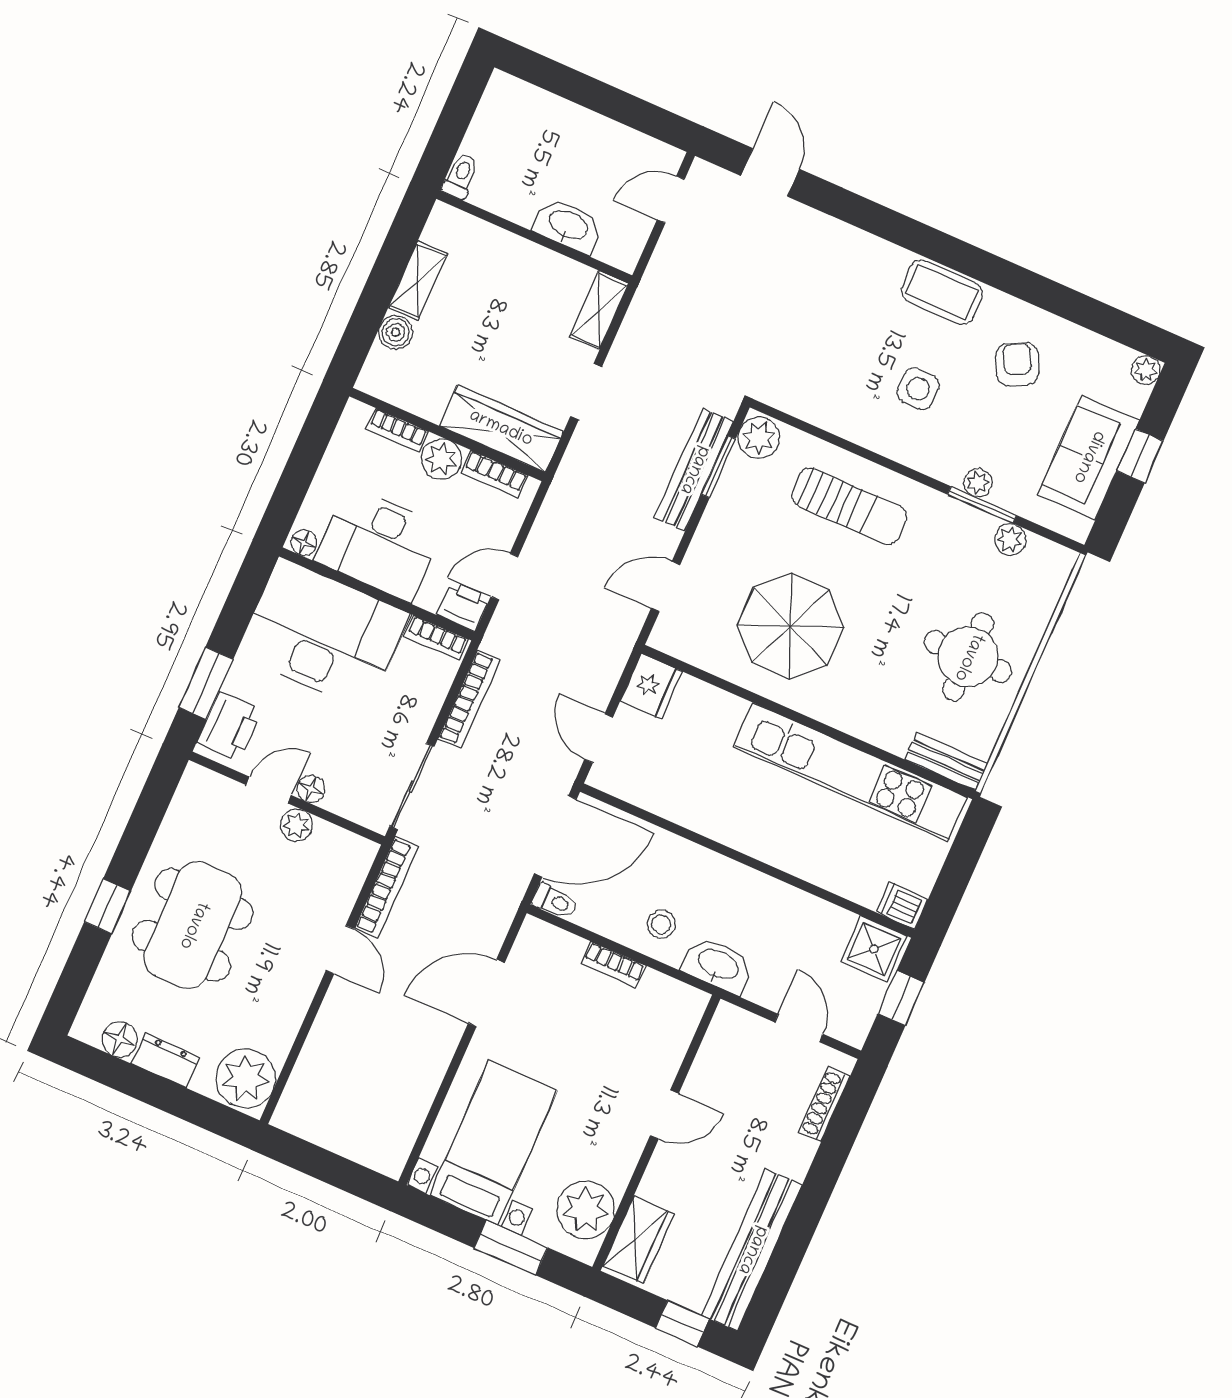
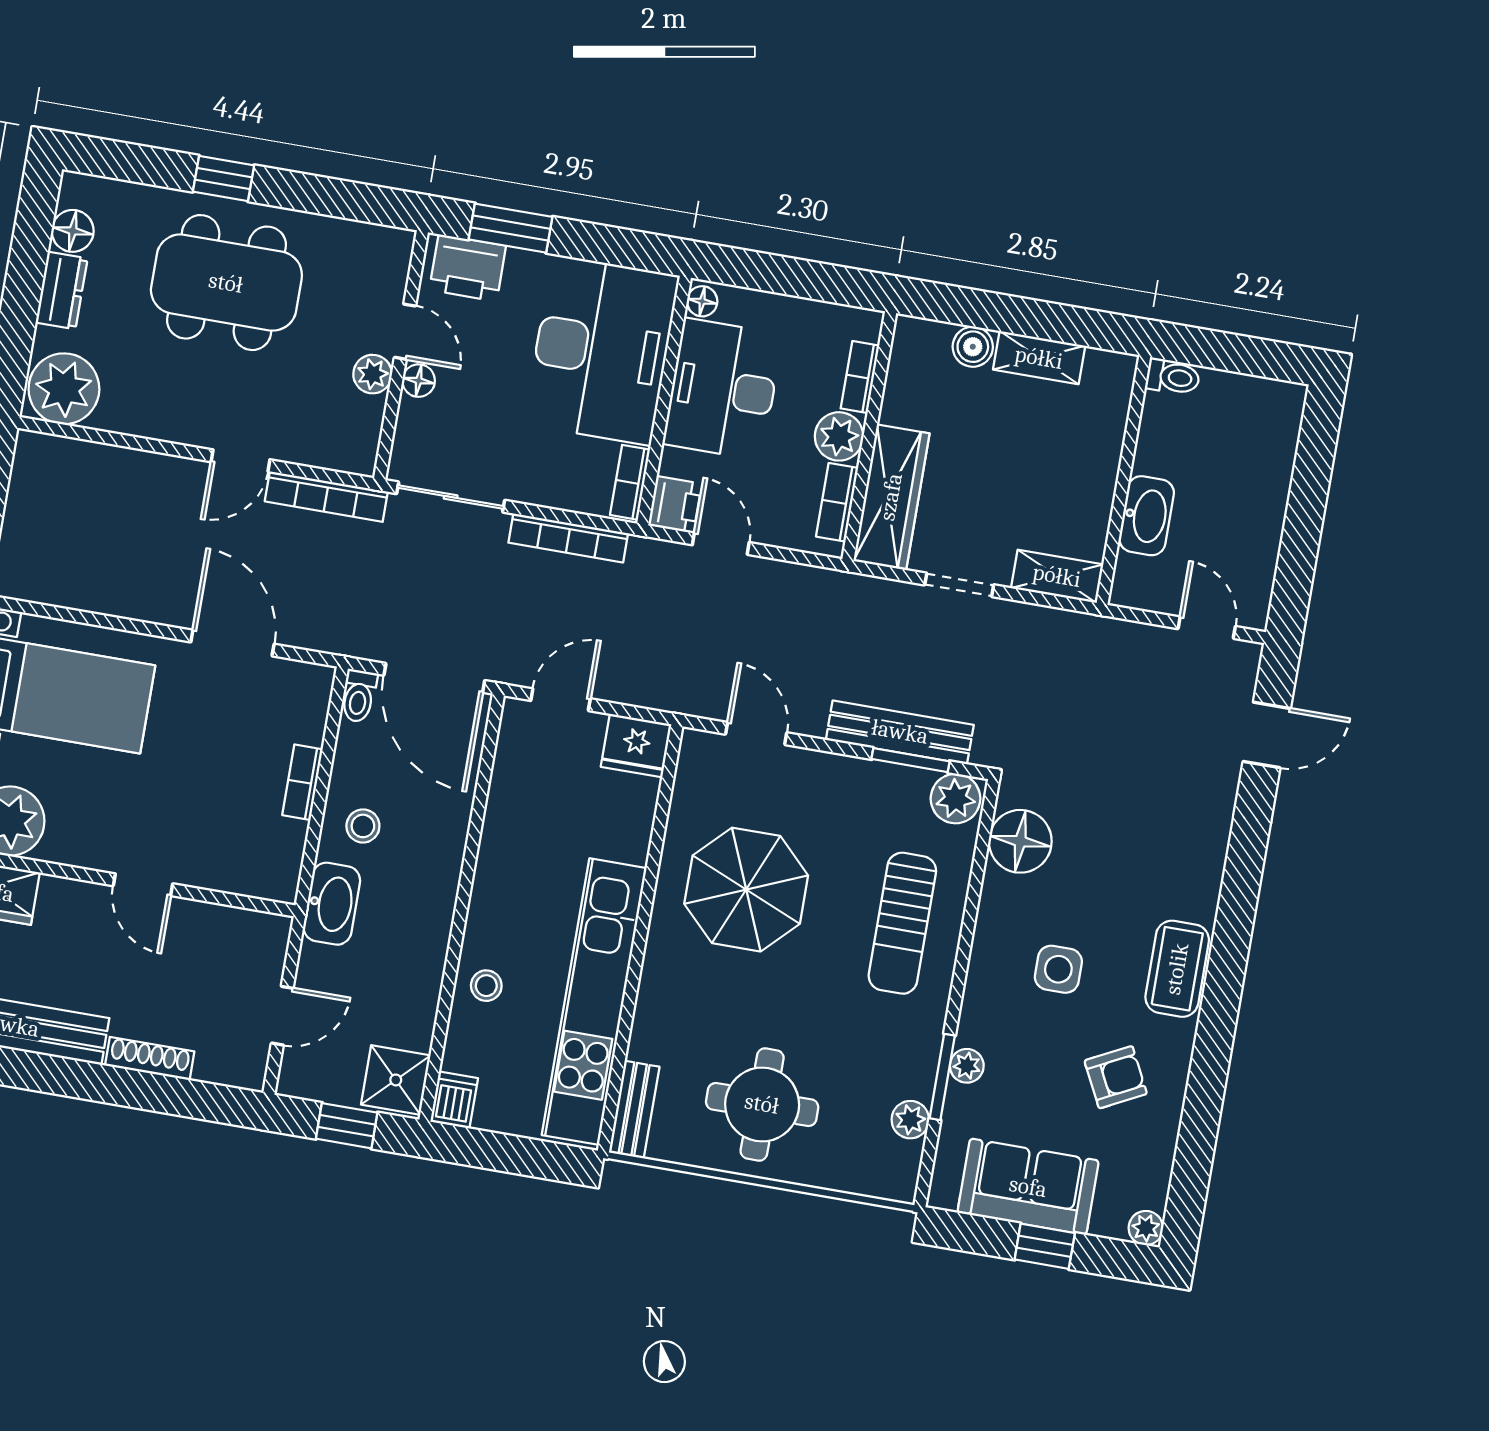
floor lamp: (807, 394) -> (1020, 841), added
stool: (816, 856) -> (486, 986), added
shoe rack: (824, 1104) -> (150, 1058), moved

